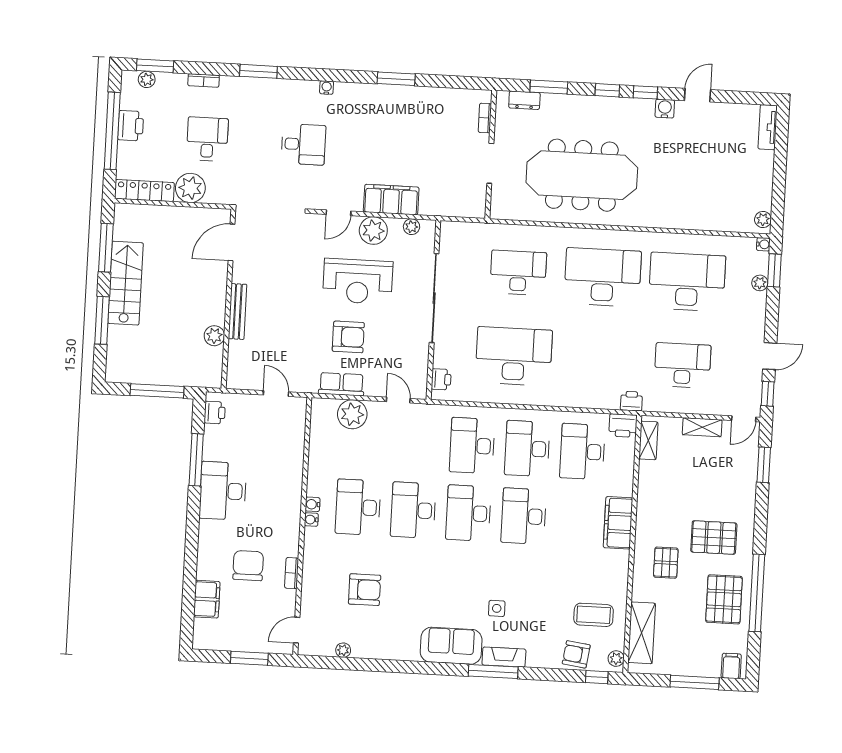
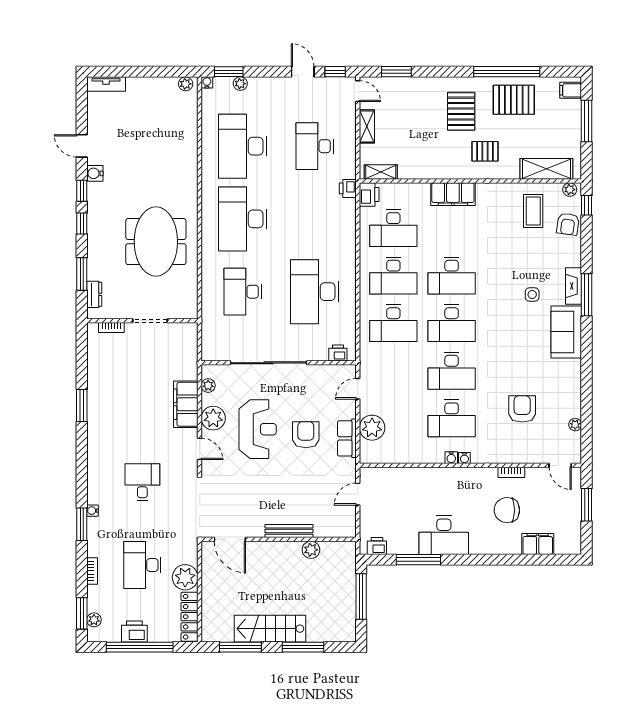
water cooler: (327, 88) -> (93, 511), moved
desk: (207, 139) -> (142, 565), width x1.37
meeting table: (582, 175) -> (156, 242), width x0.73

